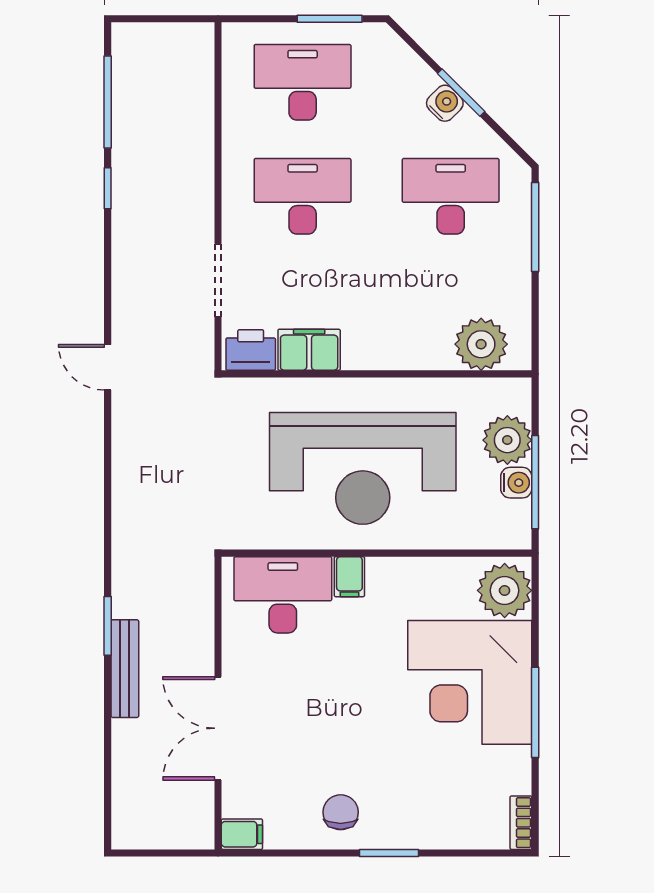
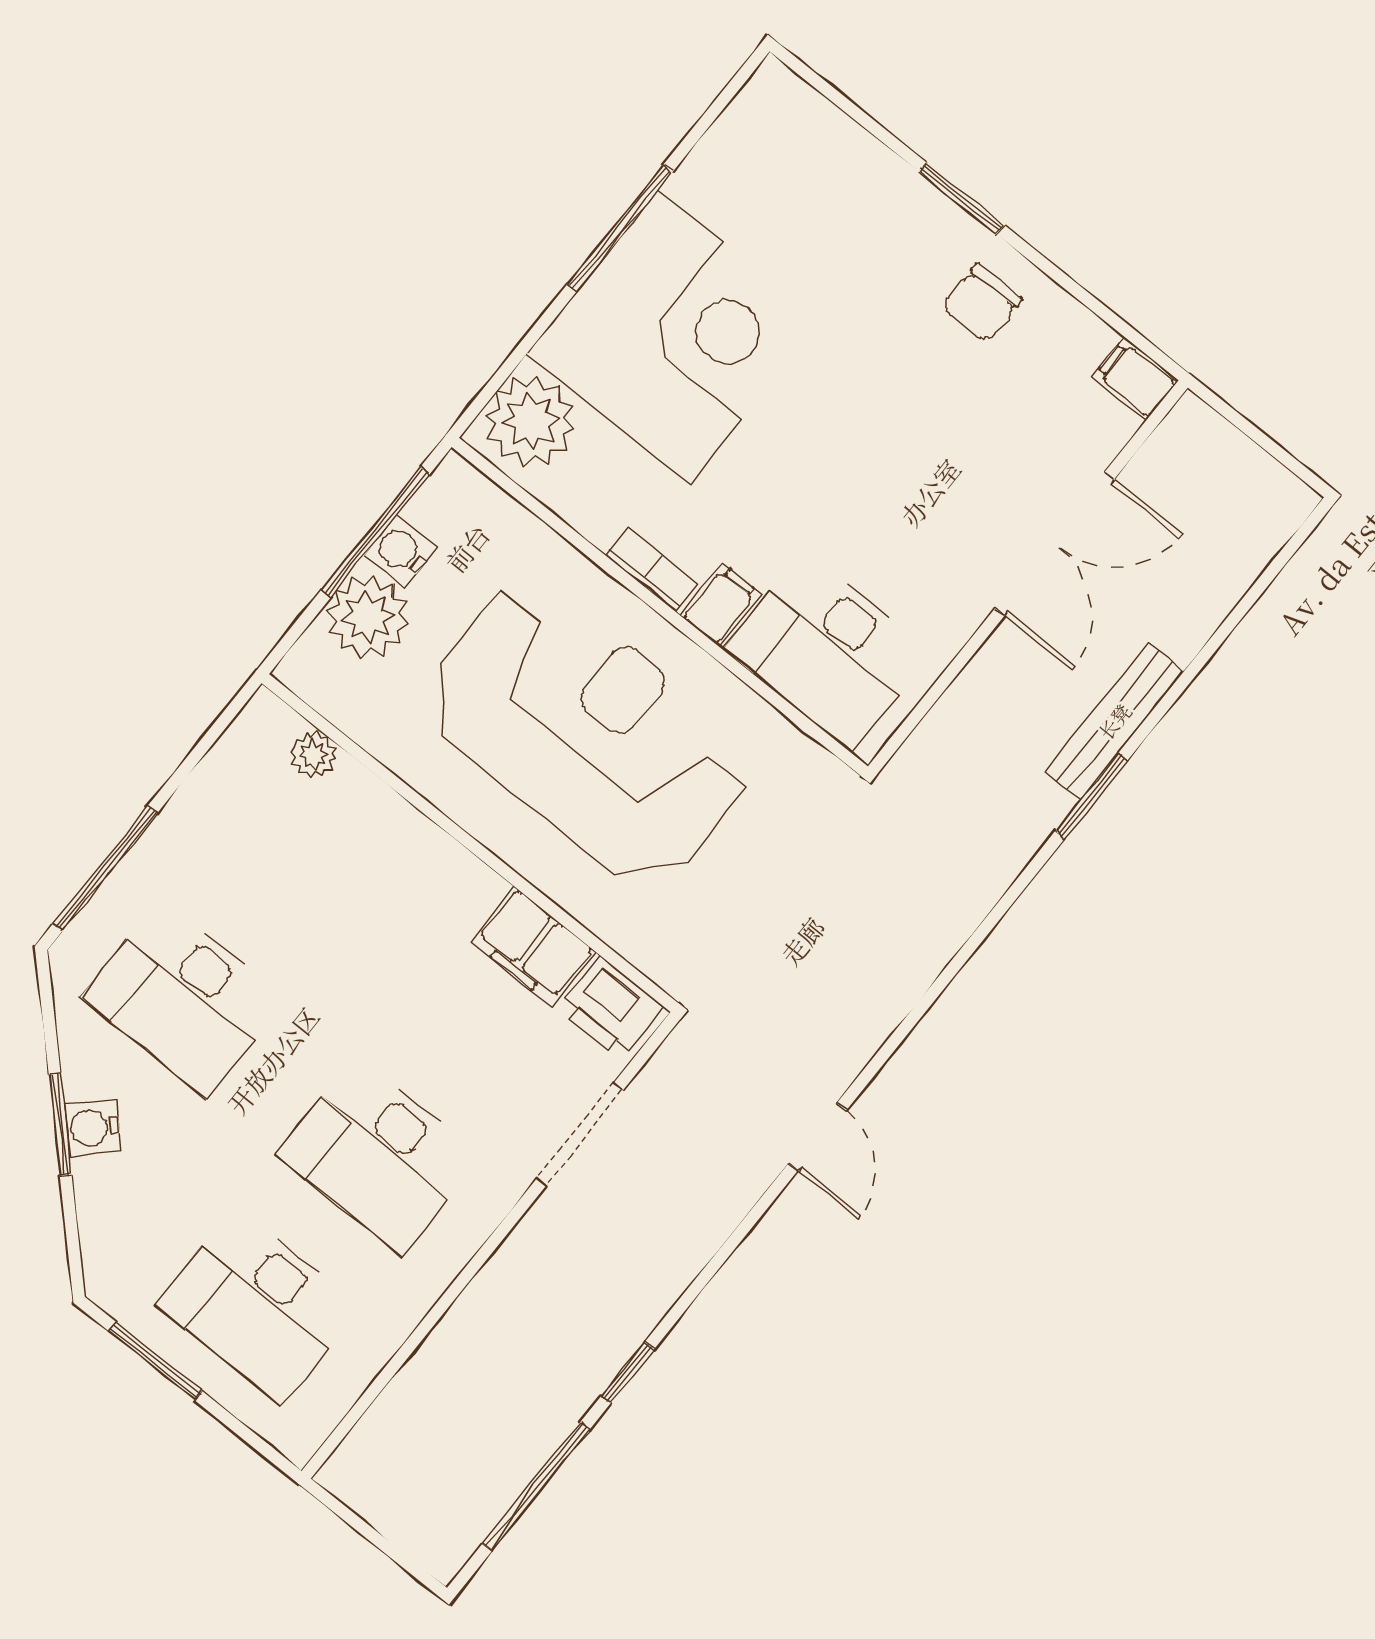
plant: (481, 344) -> (314, 755), width x0.53, depth x0.53
bookcase: (521, 823) -> (652, 569), moved, turned -90

